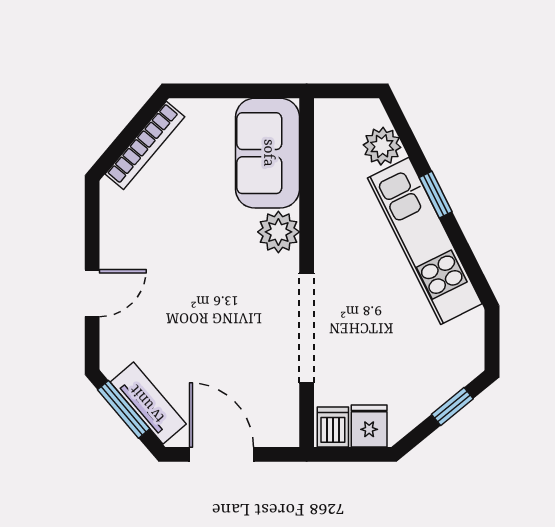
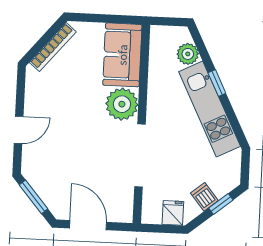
plant: (278, 232) -> (122, 104), width x1.36, depth x1.36
tv unit: (148, 403) -> (48, 194), removed
dishwasher: (333, 427) -> (204, 197), moved, turned -39

